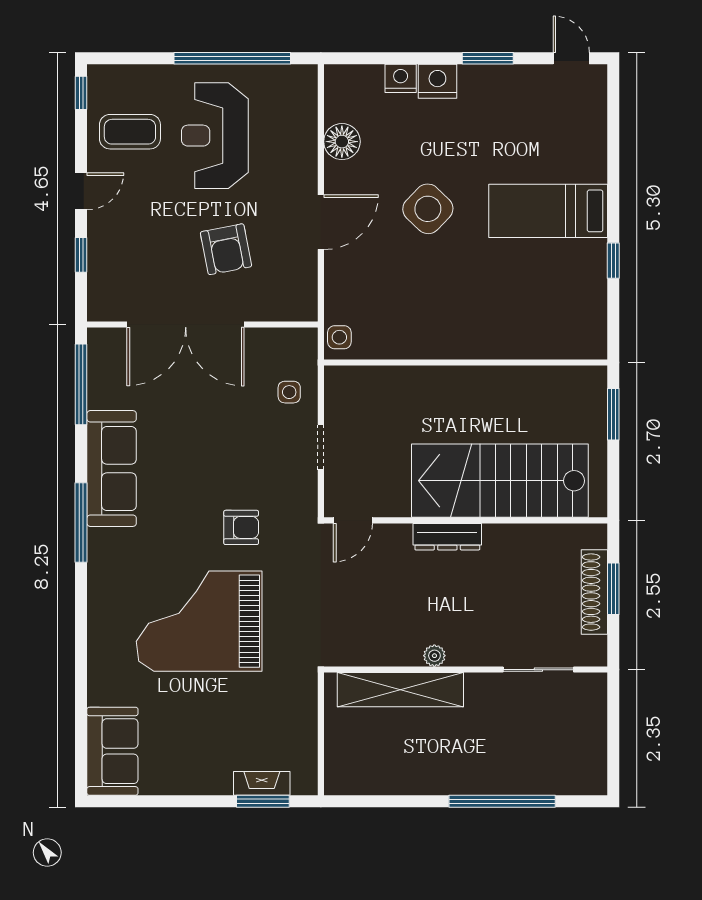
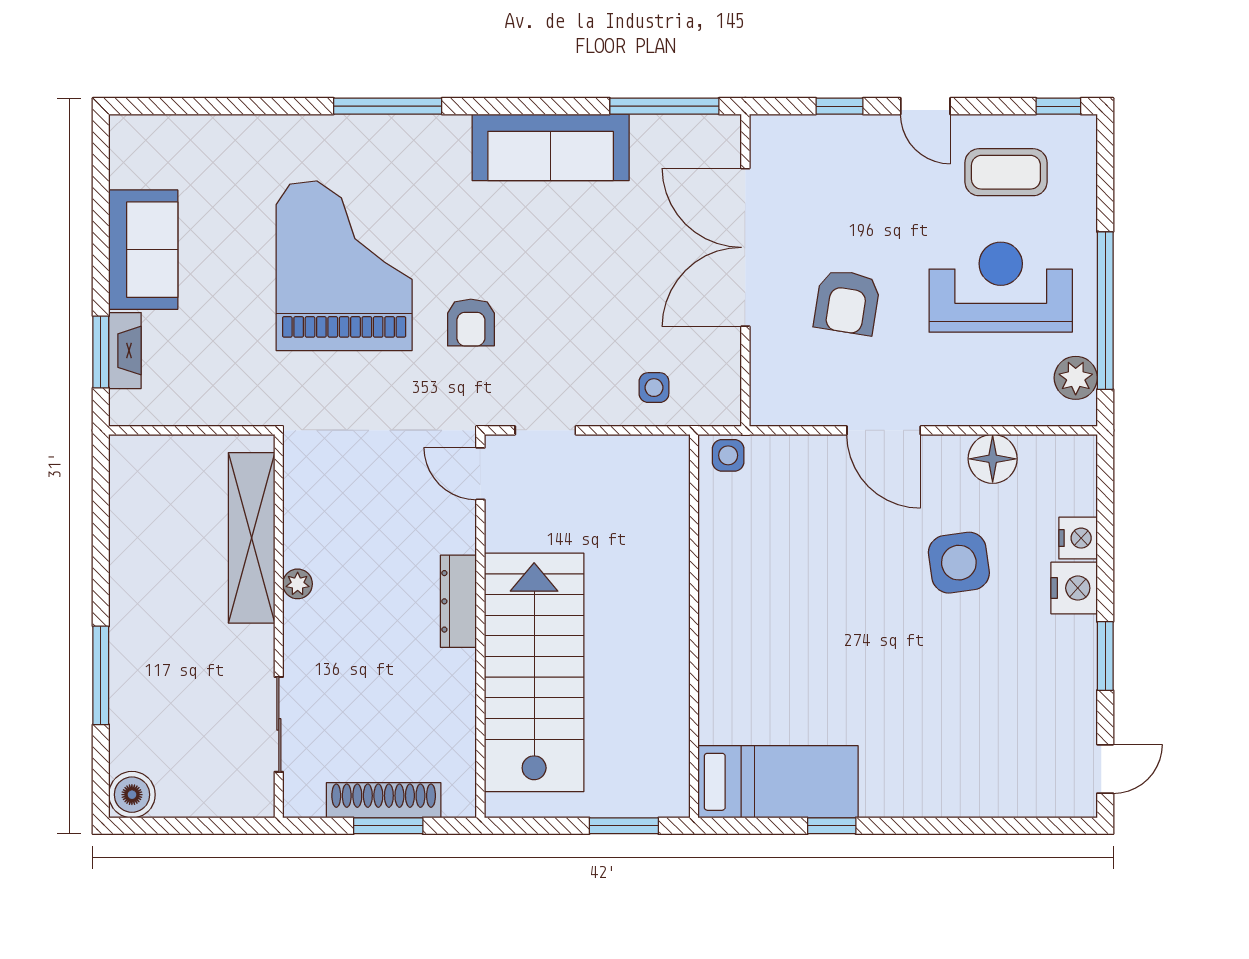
plant: (282, 80) -> (1076, 378), added
coffee table: (130, 132) -> (1006, 172), turned 90
side table: (428, 209) -> (959, 563), moved, turned 38
bed: (548, 211) -> (778, 782), moved, turned 90
armchair: (226, 249) -> (847, 302), turned -70
doorway: (321, 447) -> (545, 430), moved
window: (81, 522) -> (388, 106), moved
sofa: (112, 751) -> (143, 250), moved, turned -90
boiler: (590, 778) -> (132, 795), added
window: (502, 801) -> (101, 675), width x0.68

